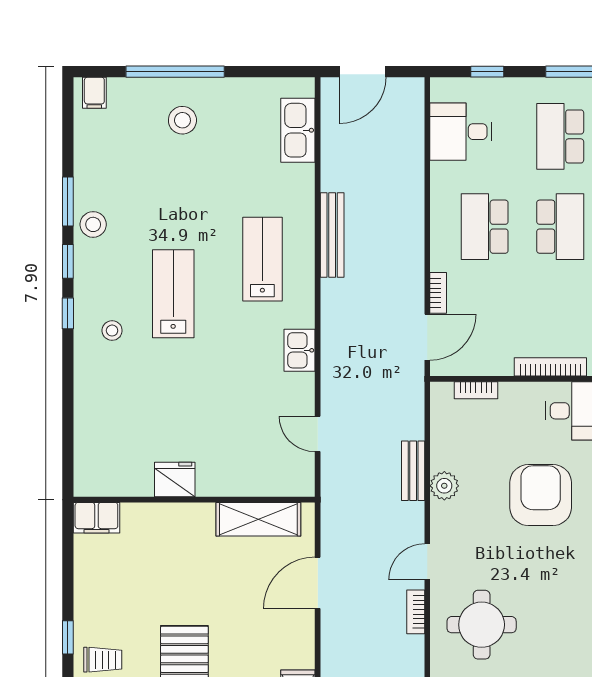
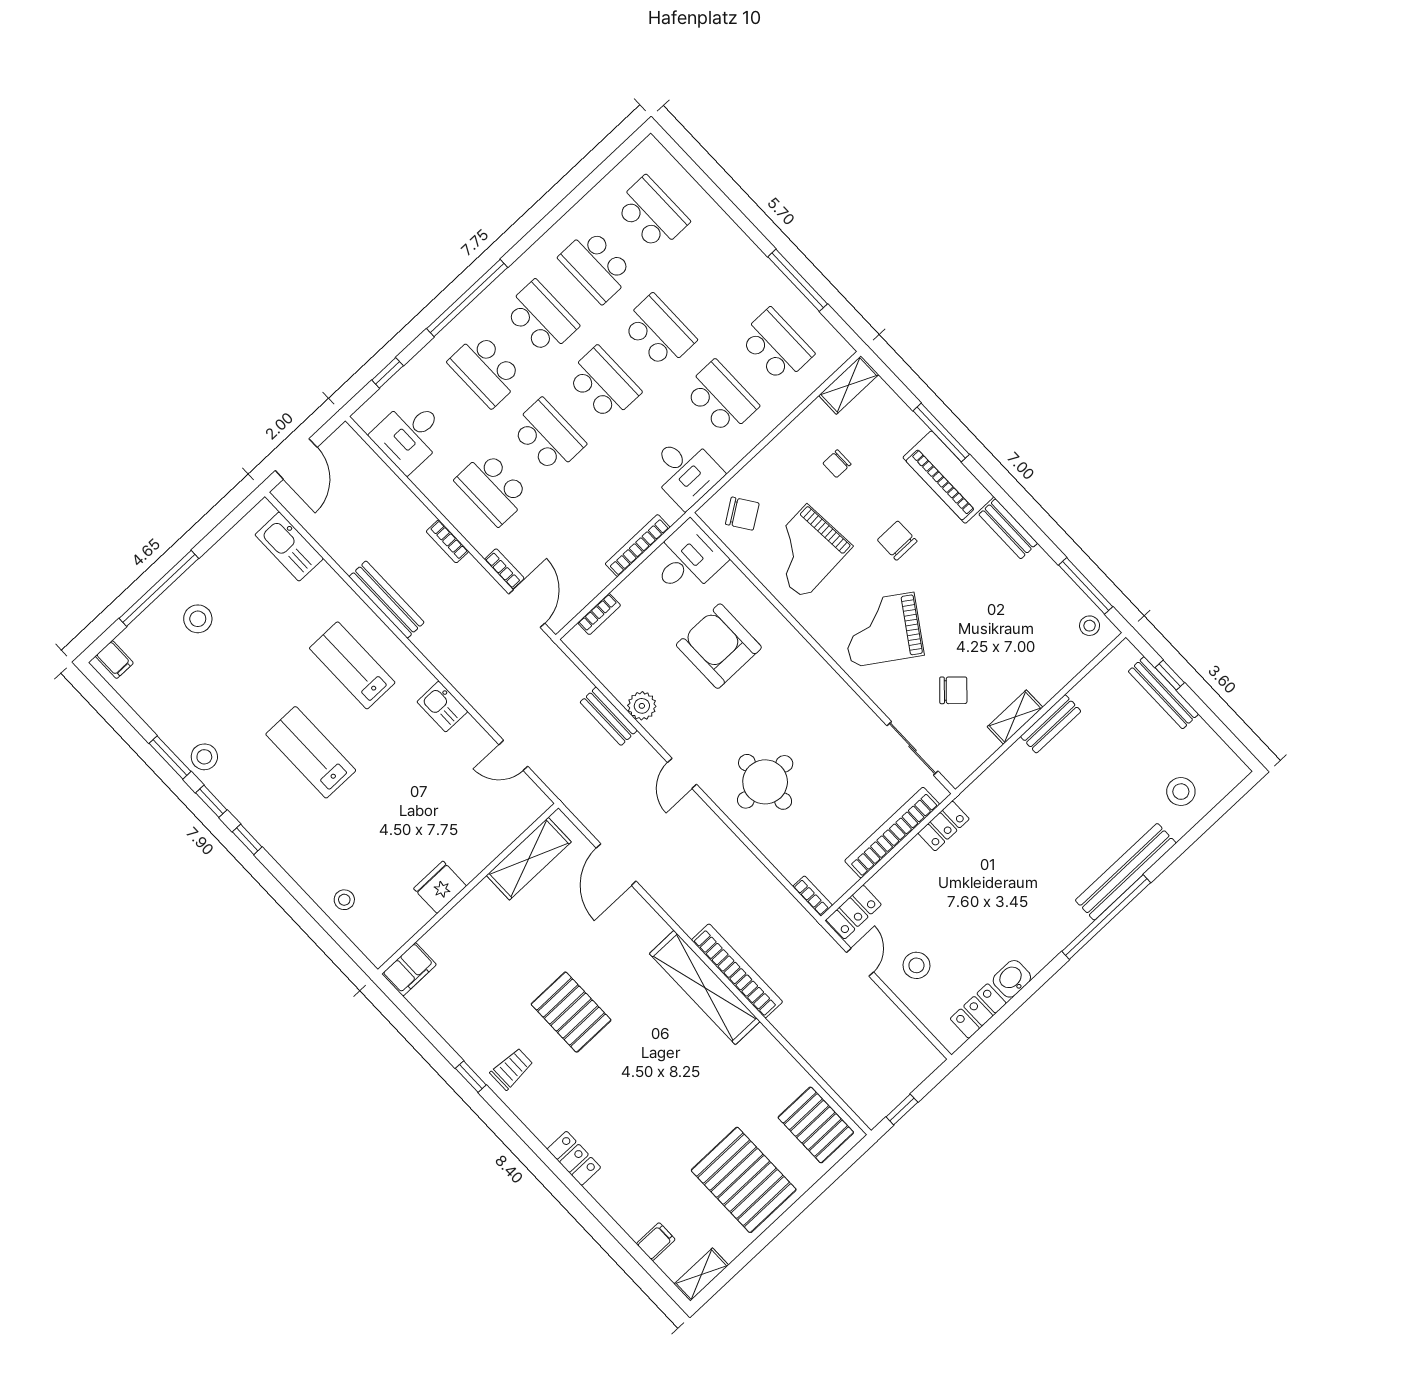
stool: (112, 331) -> (344, 900), moved
bookcase: (416, 612) -> (447, 541), moved

